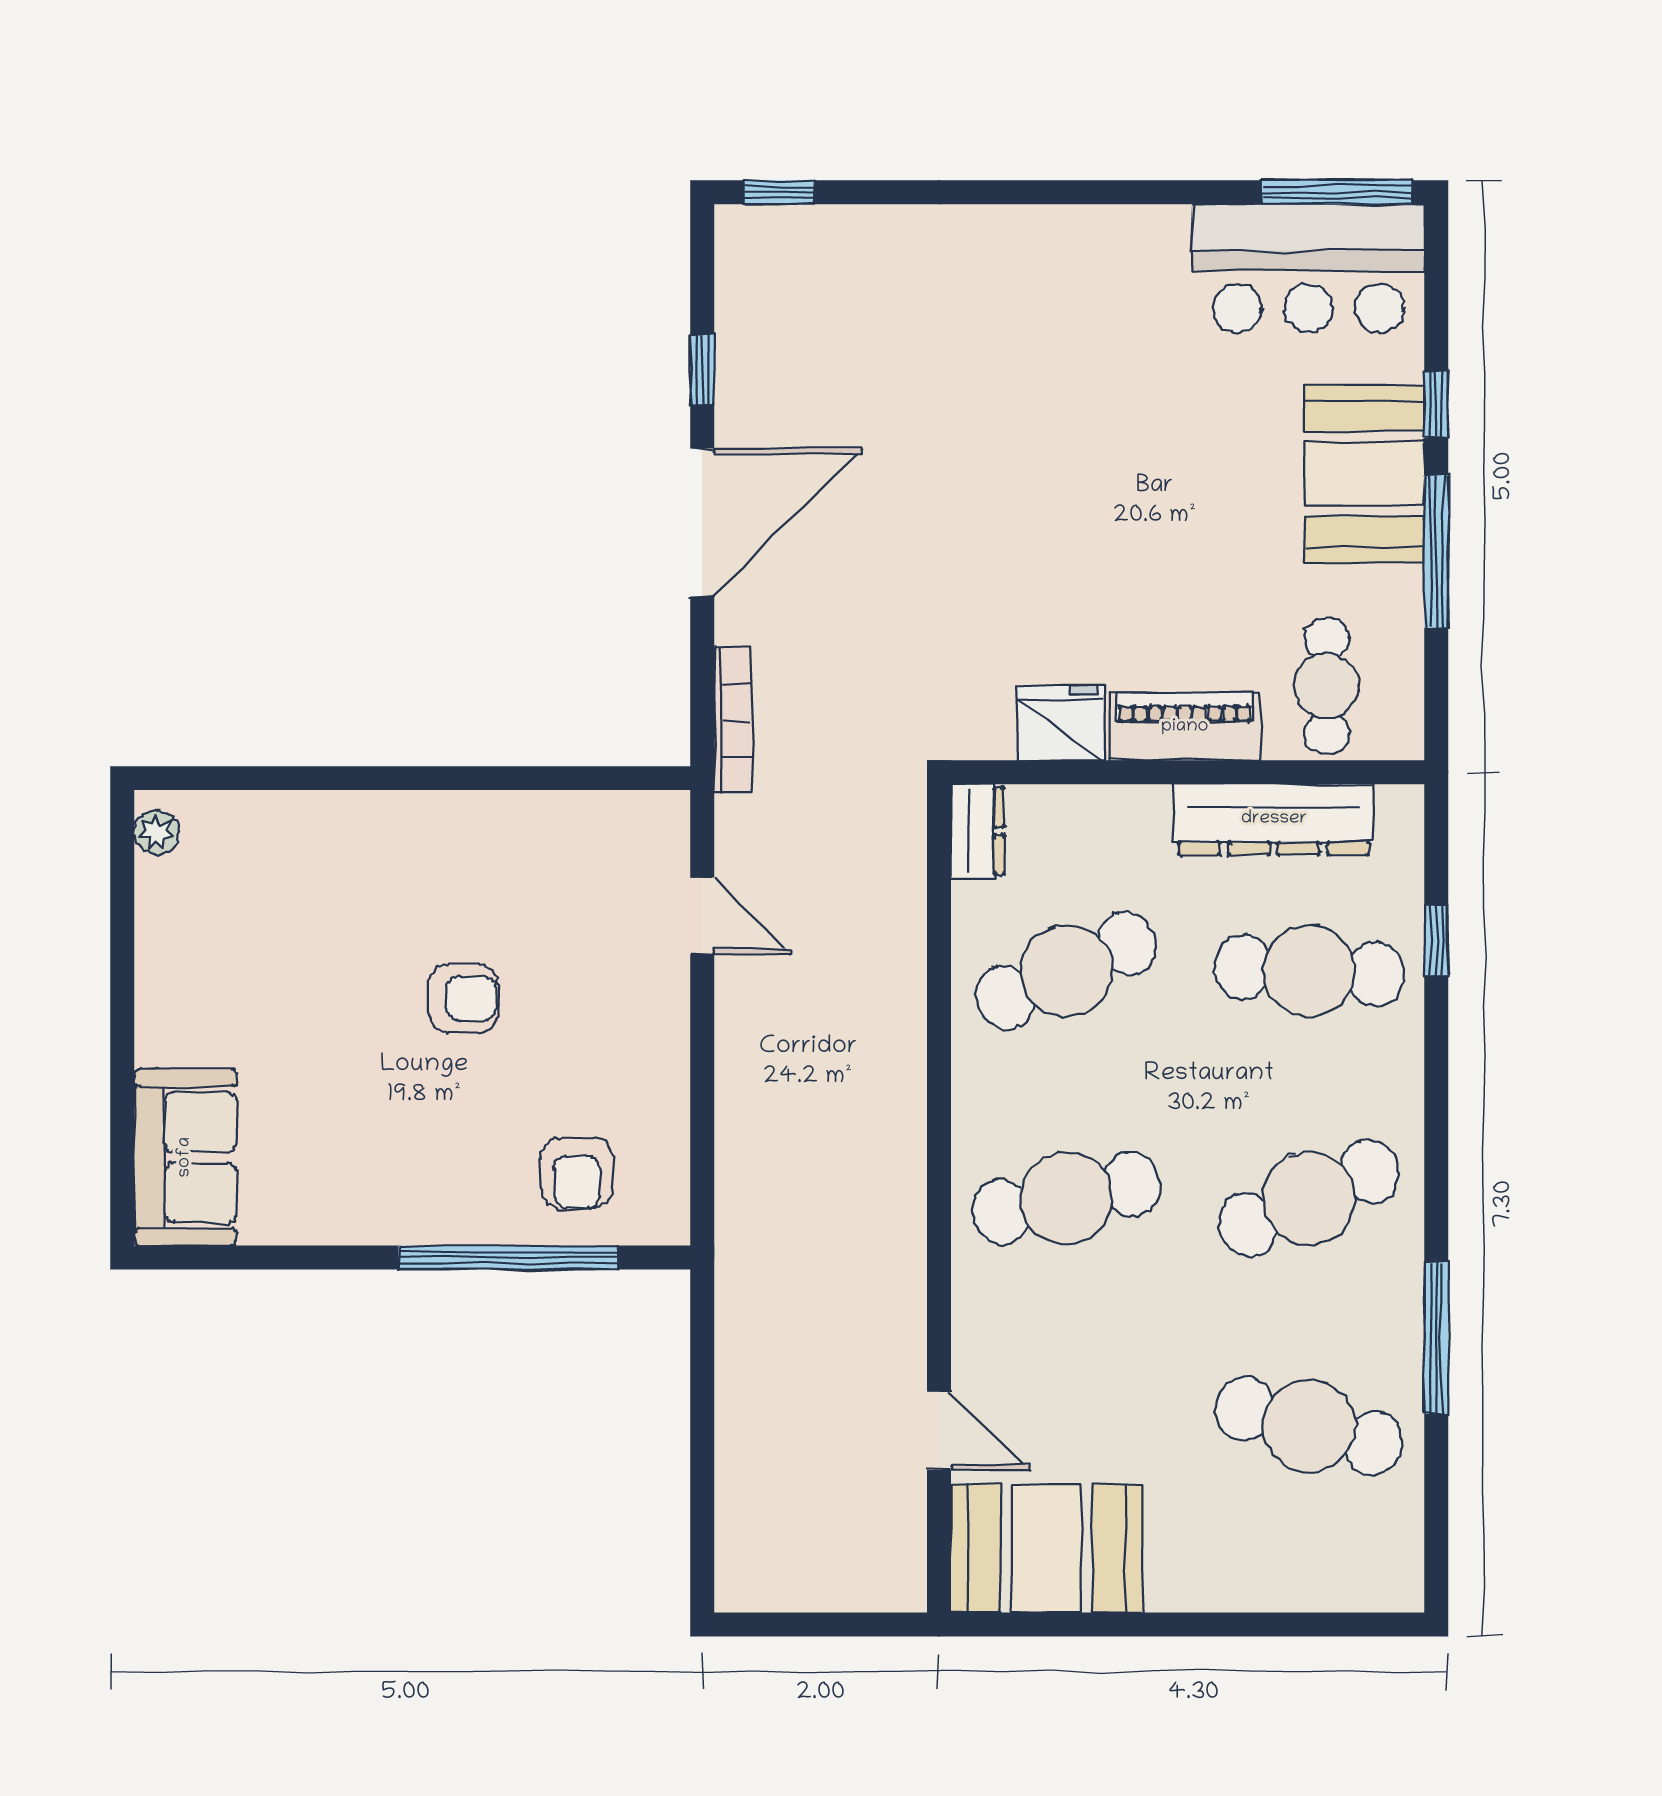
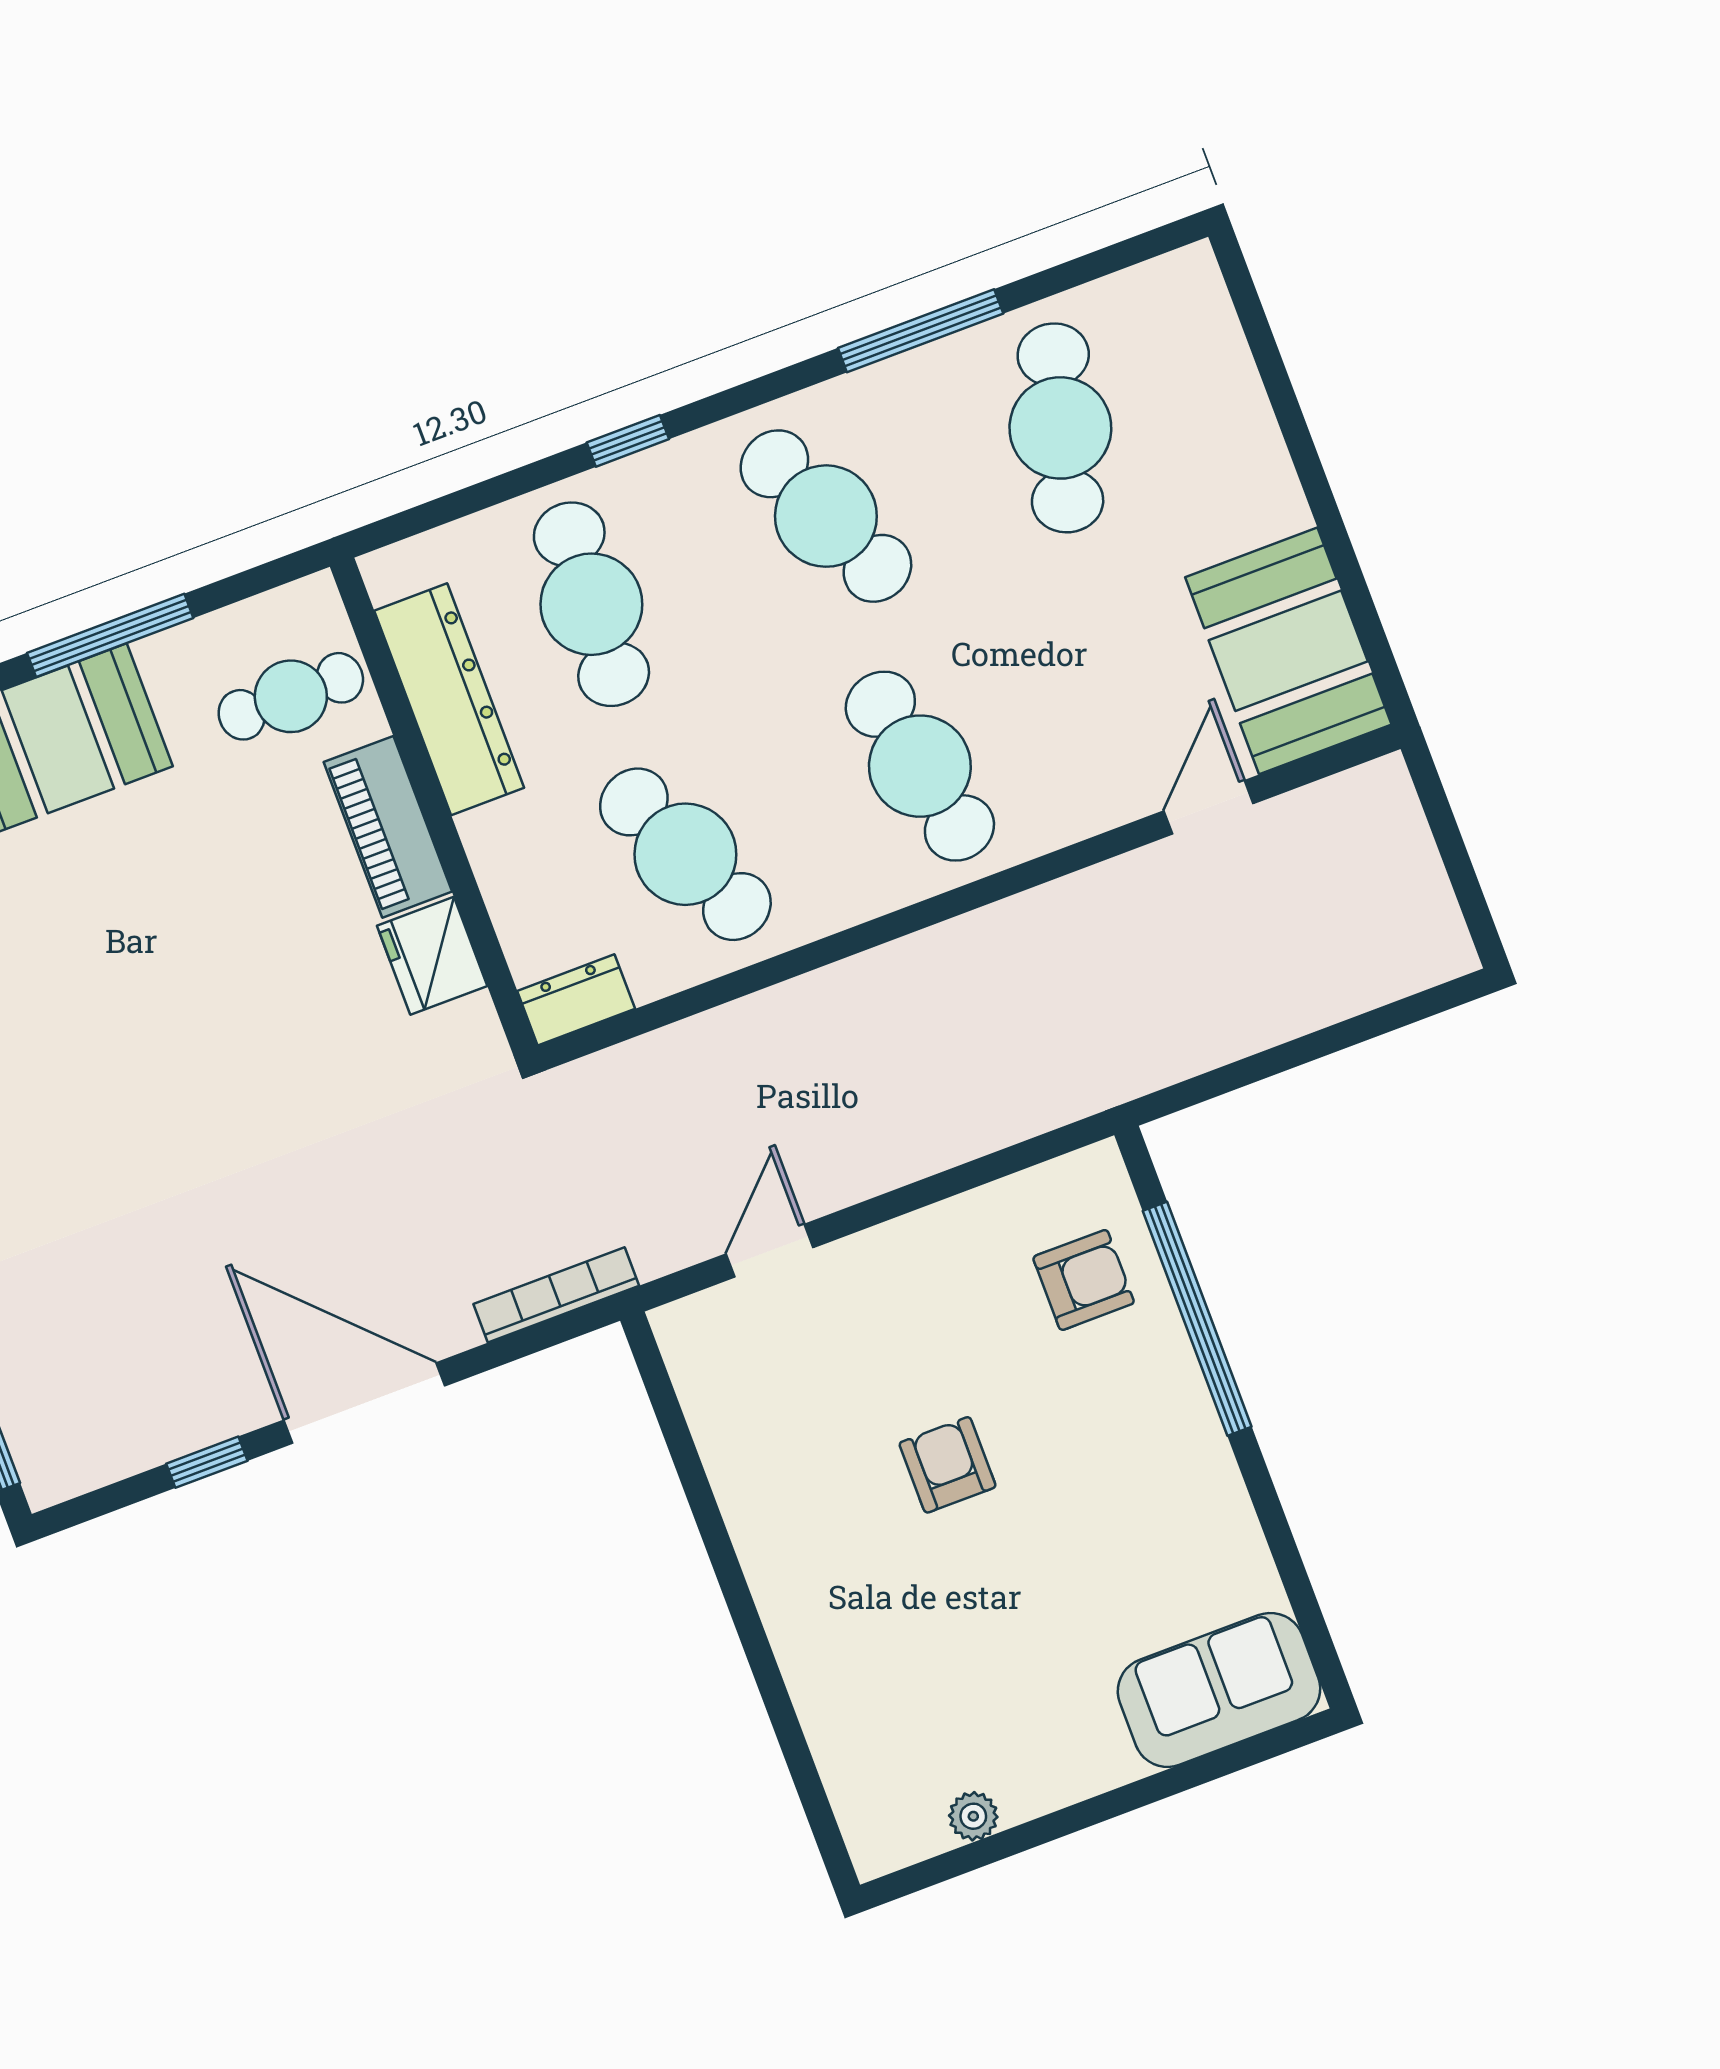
plant: (156, 832) -> (973, 1816), moved
window: (1436, 940) -> (628, 441), moved

